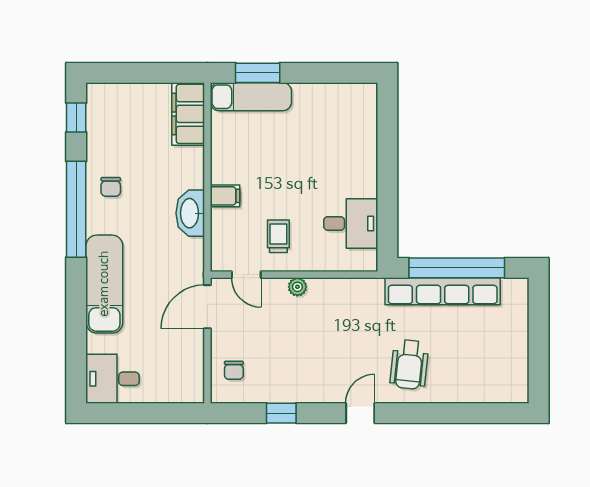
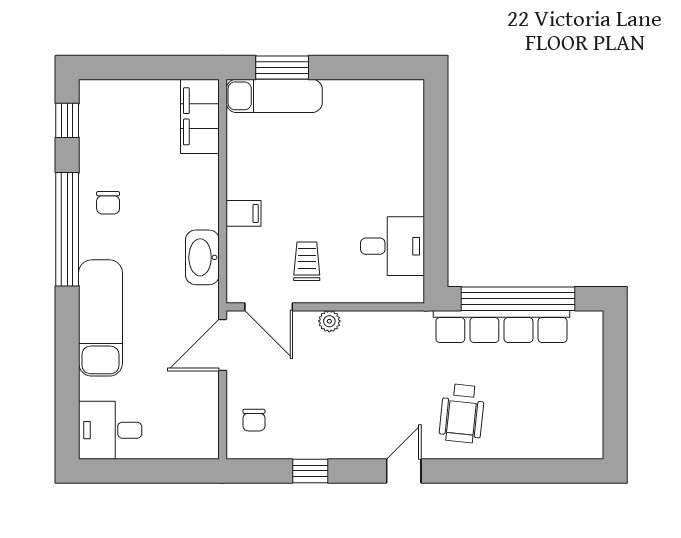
washbasin: (190, 213) -> (202, 257), moved
door: (246, 275) -> (269, 307), width x1.38

